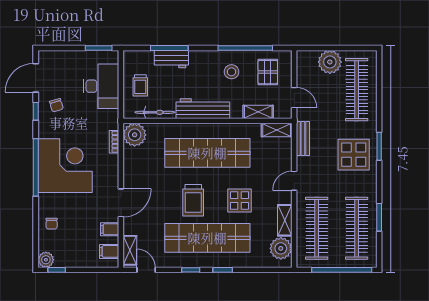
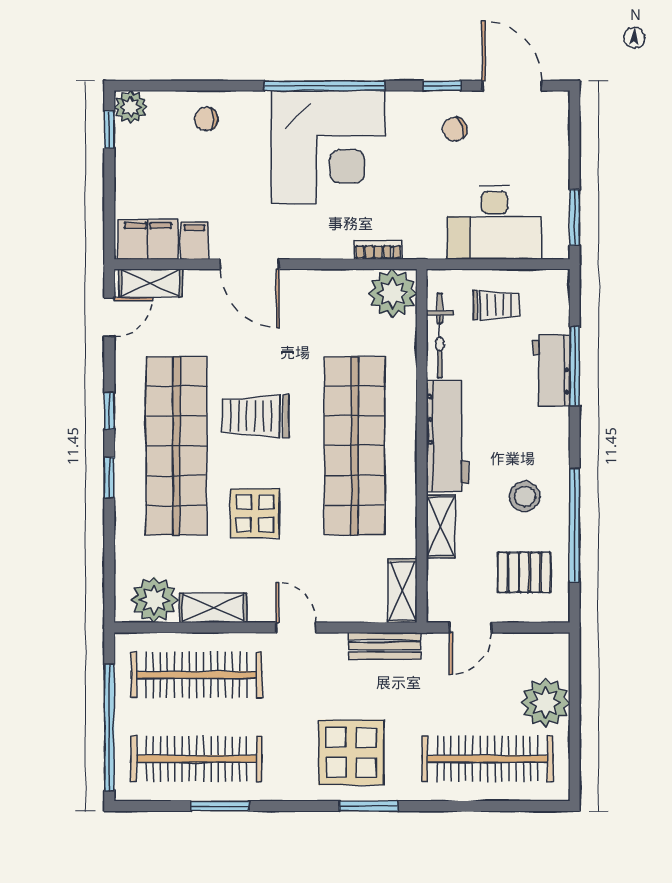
trolley: (140, 85) -> (496, 305), turned 180
shelving: (258, 112) -> (441, 526), moved
filing cabinet: (109, 251) -> (148, 239), width x2.00

